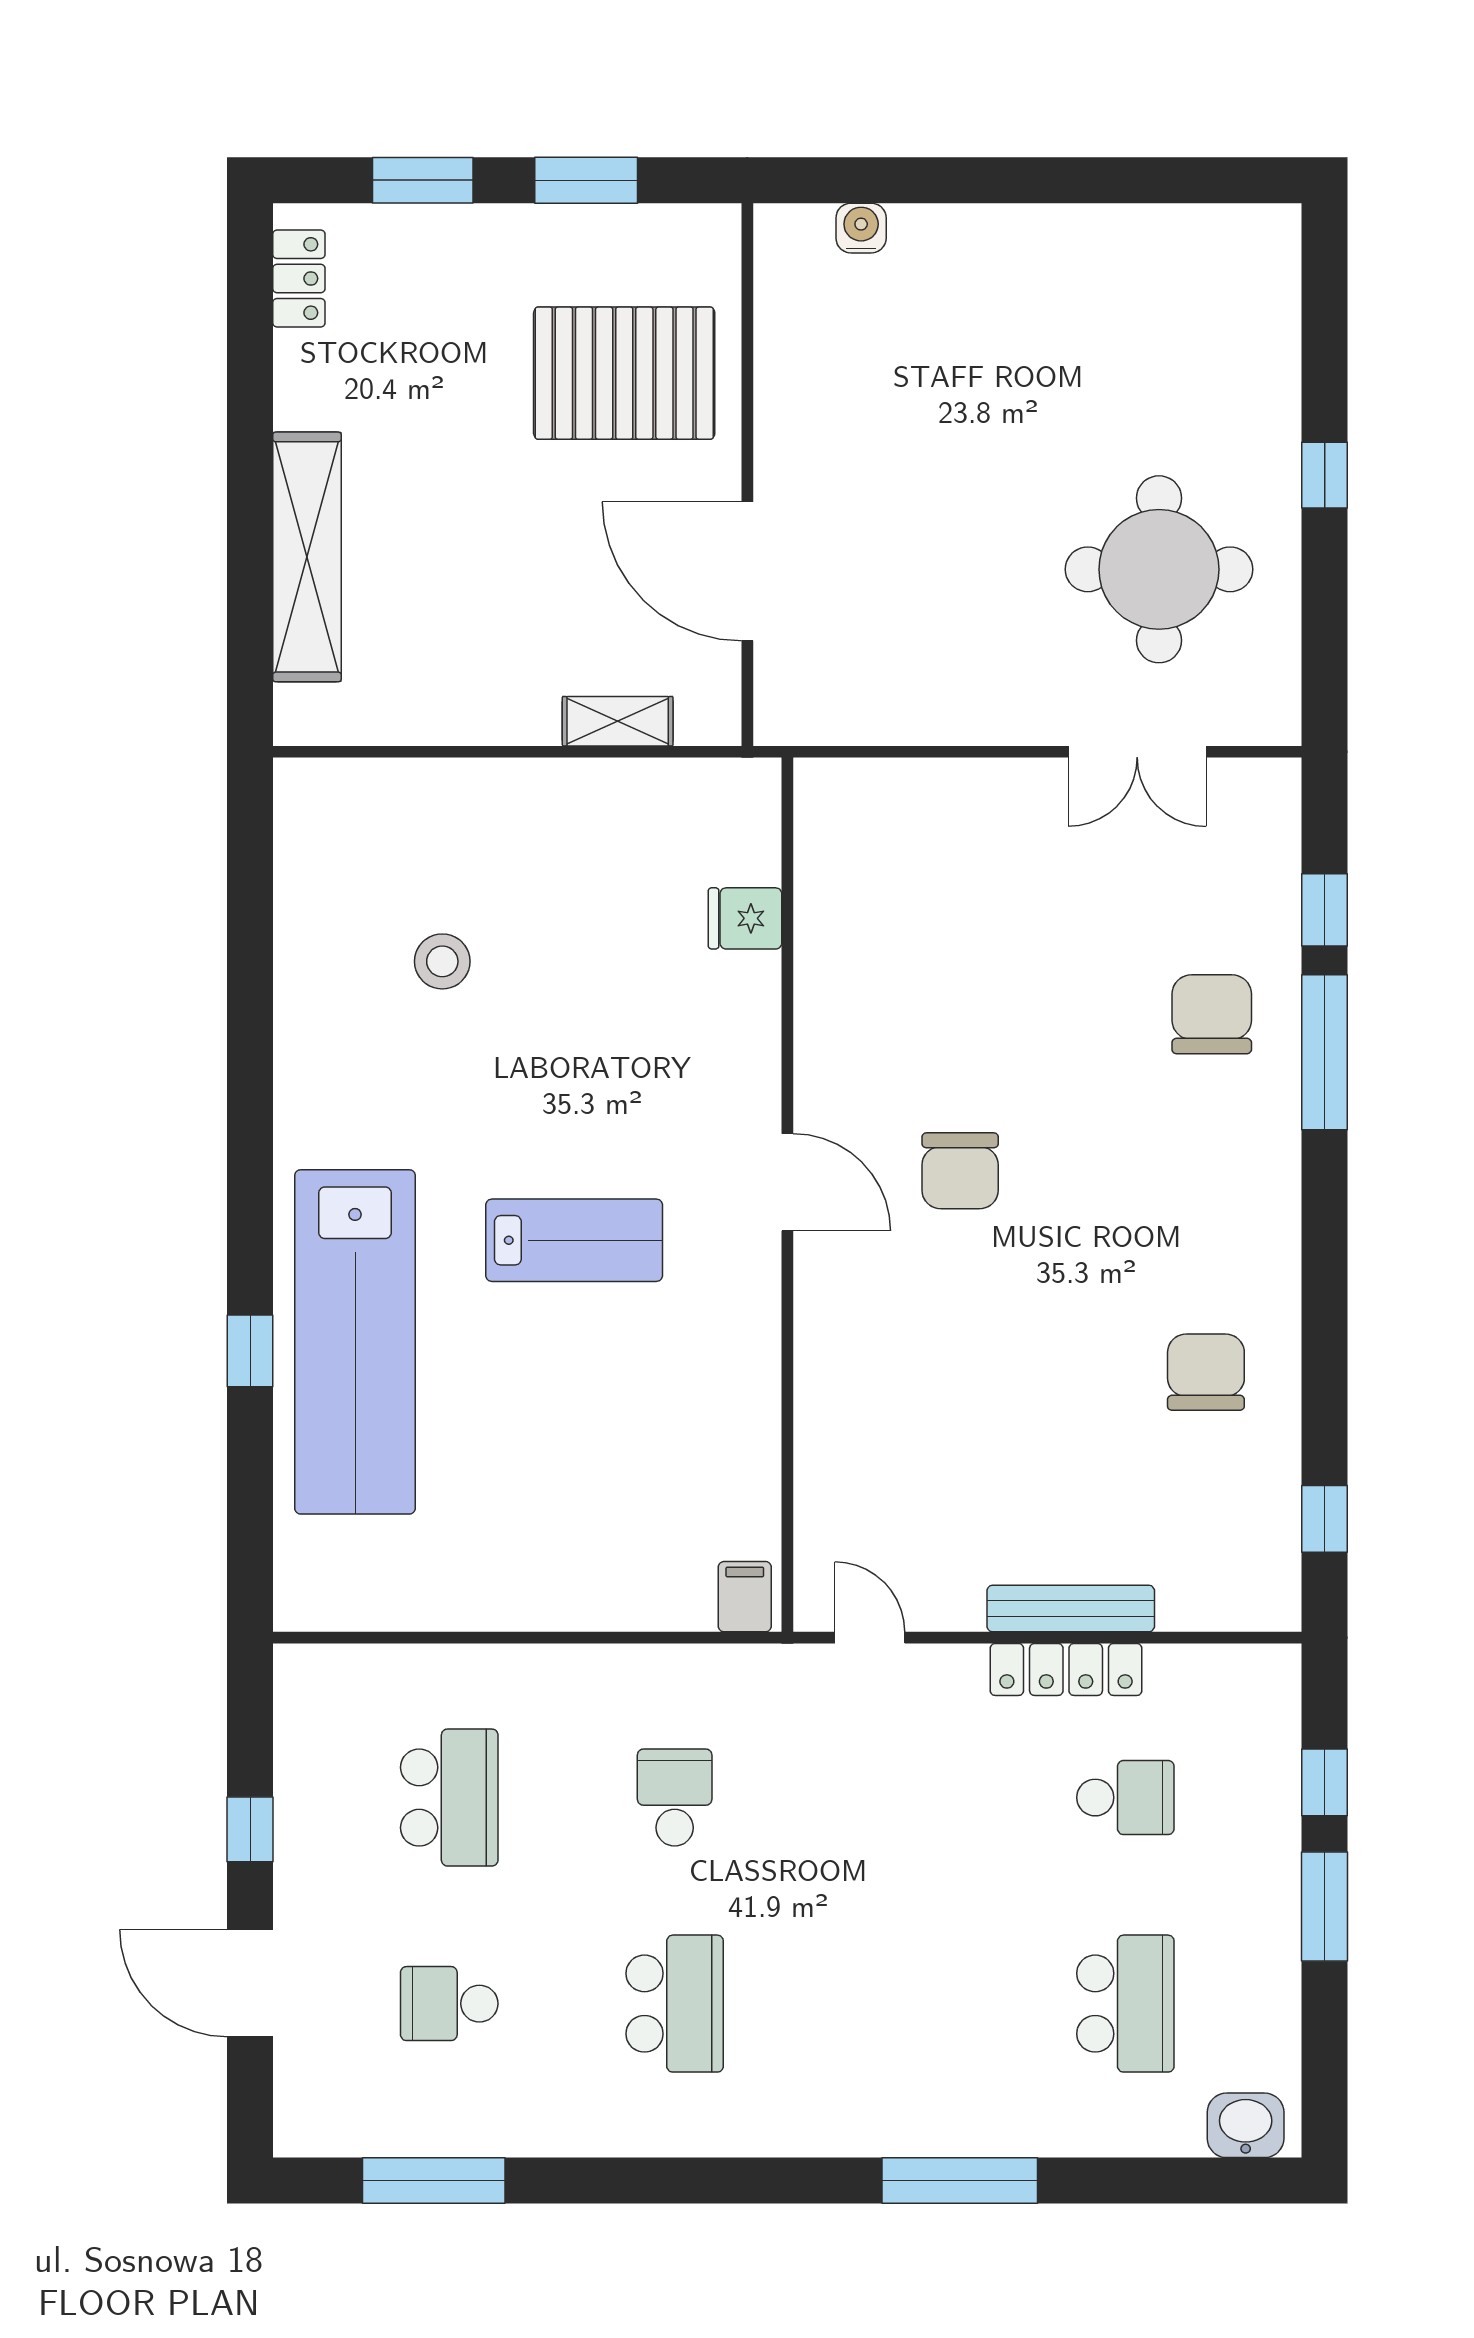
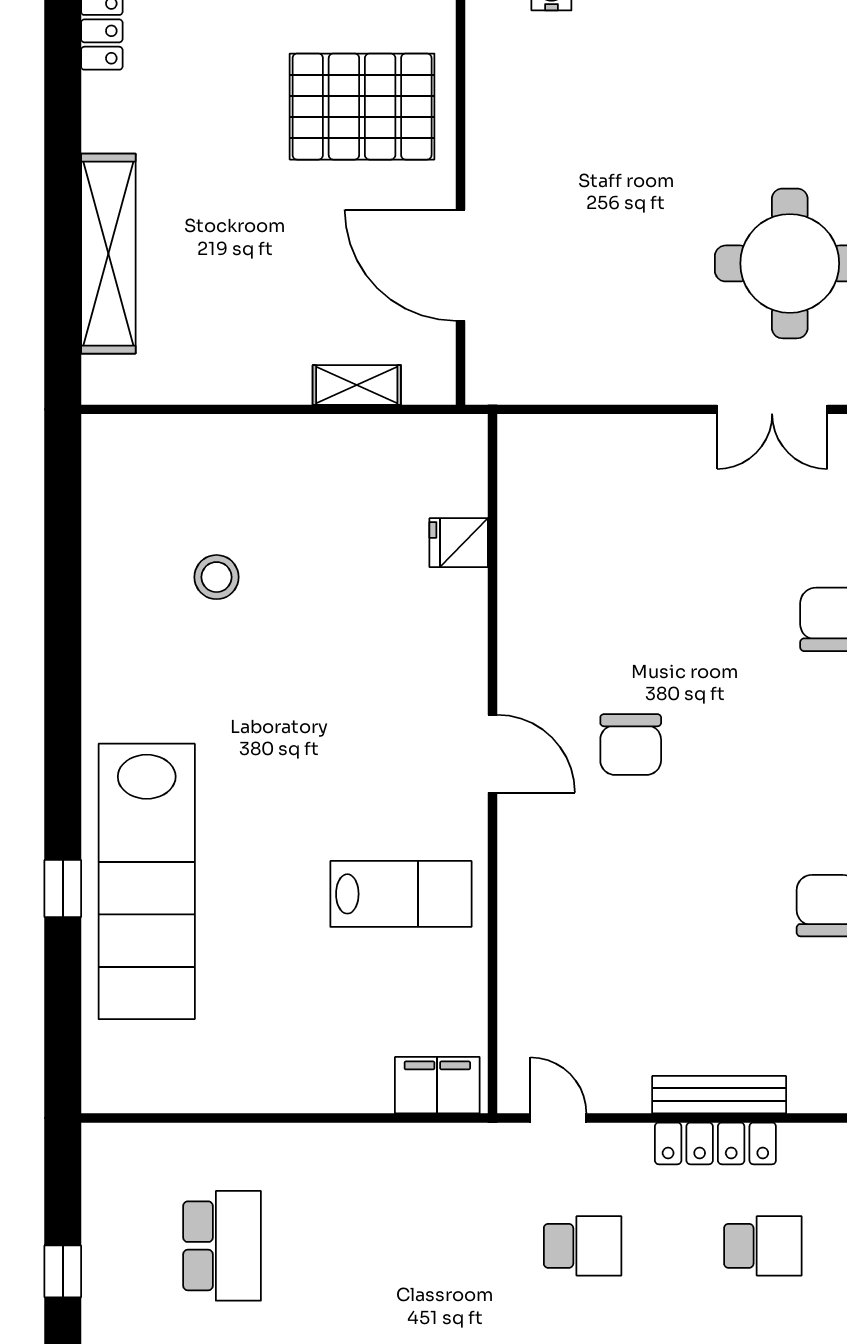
lab bench: (574, 1240) -> (401, 894), moved
filing cabinet: (745, 1597) -> (437, 1085), width x2.00
school desk: (675, 1798) -> (583, 1246), moved, turned 90

